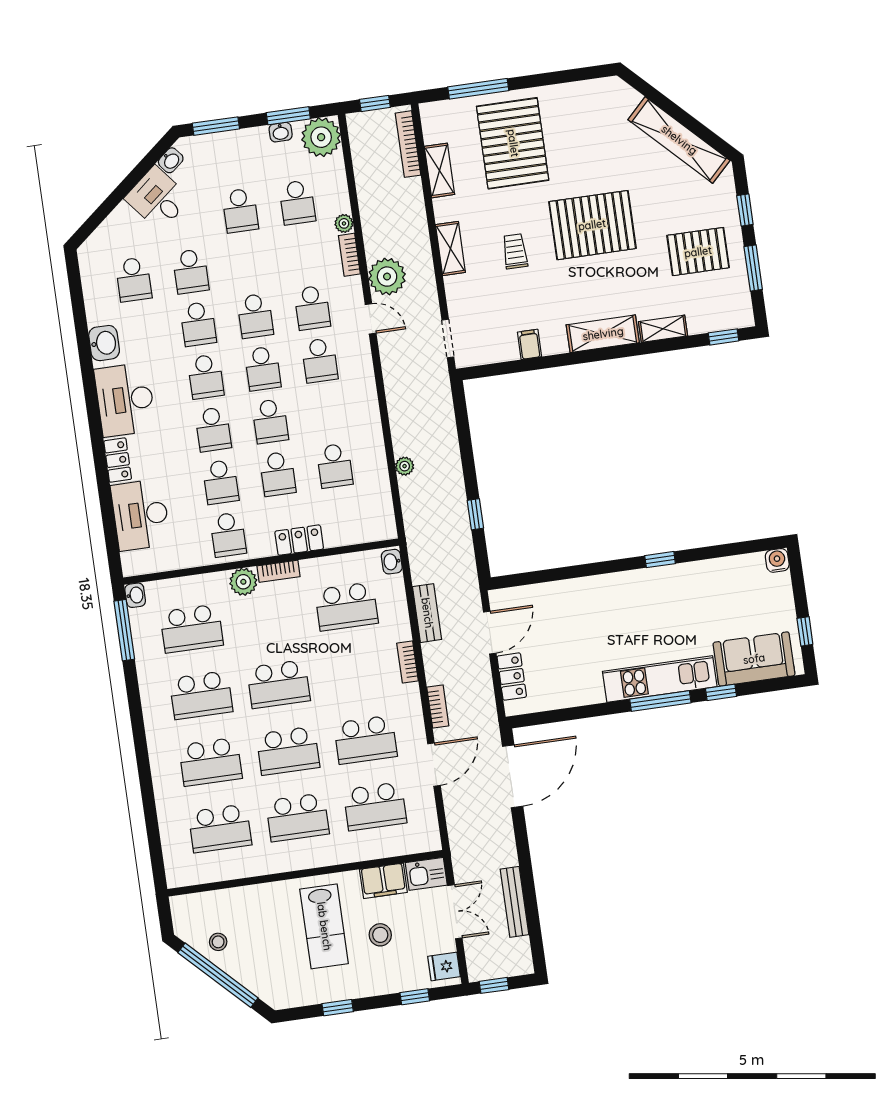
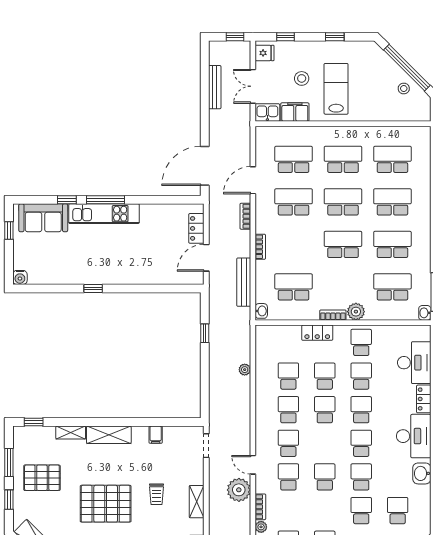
school desk: (263, 369) -> (288, 410), moved
bench: (427, 613) -> (244, 282), width x1.36

